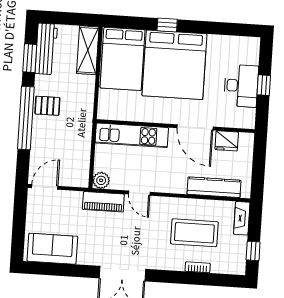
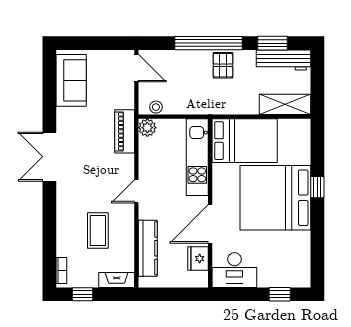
bed: (123, 59) -> (245, 141), moved, turned 180
window: (264, 85) -> (280, 294), moved
desk: (241, 86) -> (234, 270), moved
stool: (82, 171) -> (156, 107), added
door: (139, 193) -> (136, 191), moved
coffee table: (194, 233) -> (98, 230), width x0.73, depth x0.76
bookcase: (198, 267) -> (61, 270), moved

